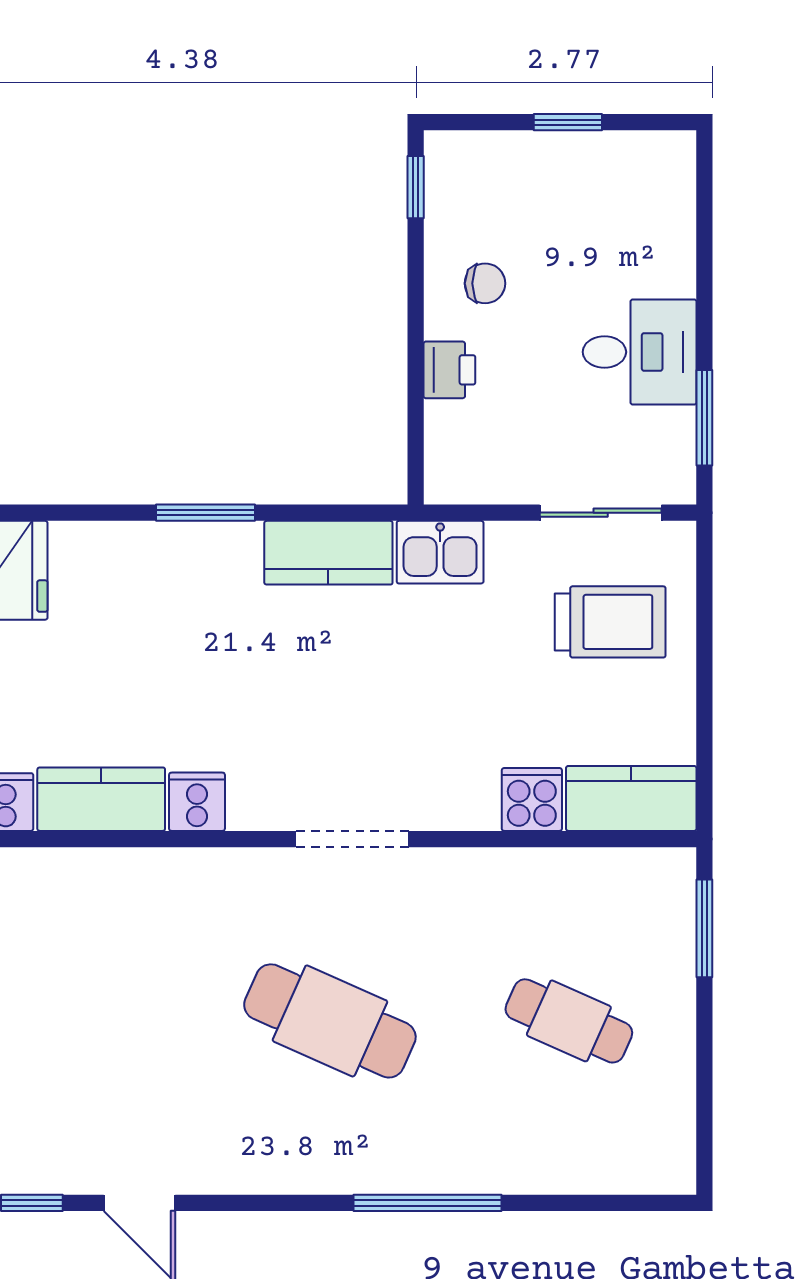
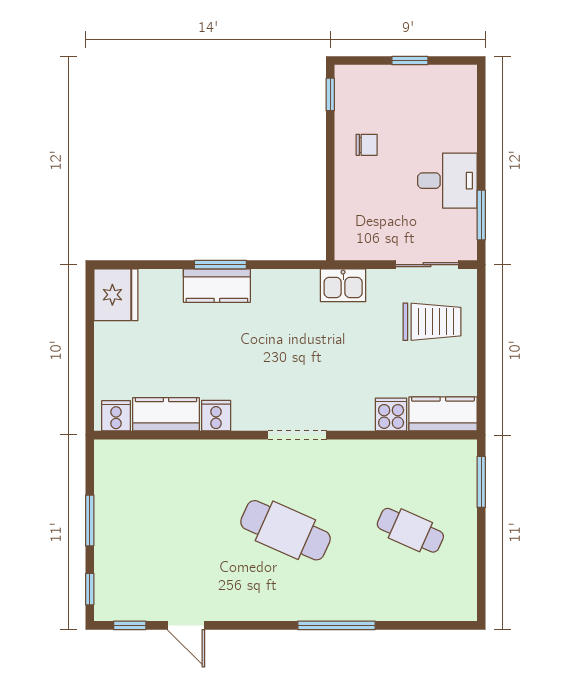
printer: (449, 370) -> (348, 190), removed
kitchen counter: (328, 553) -> (217, 286), moved

